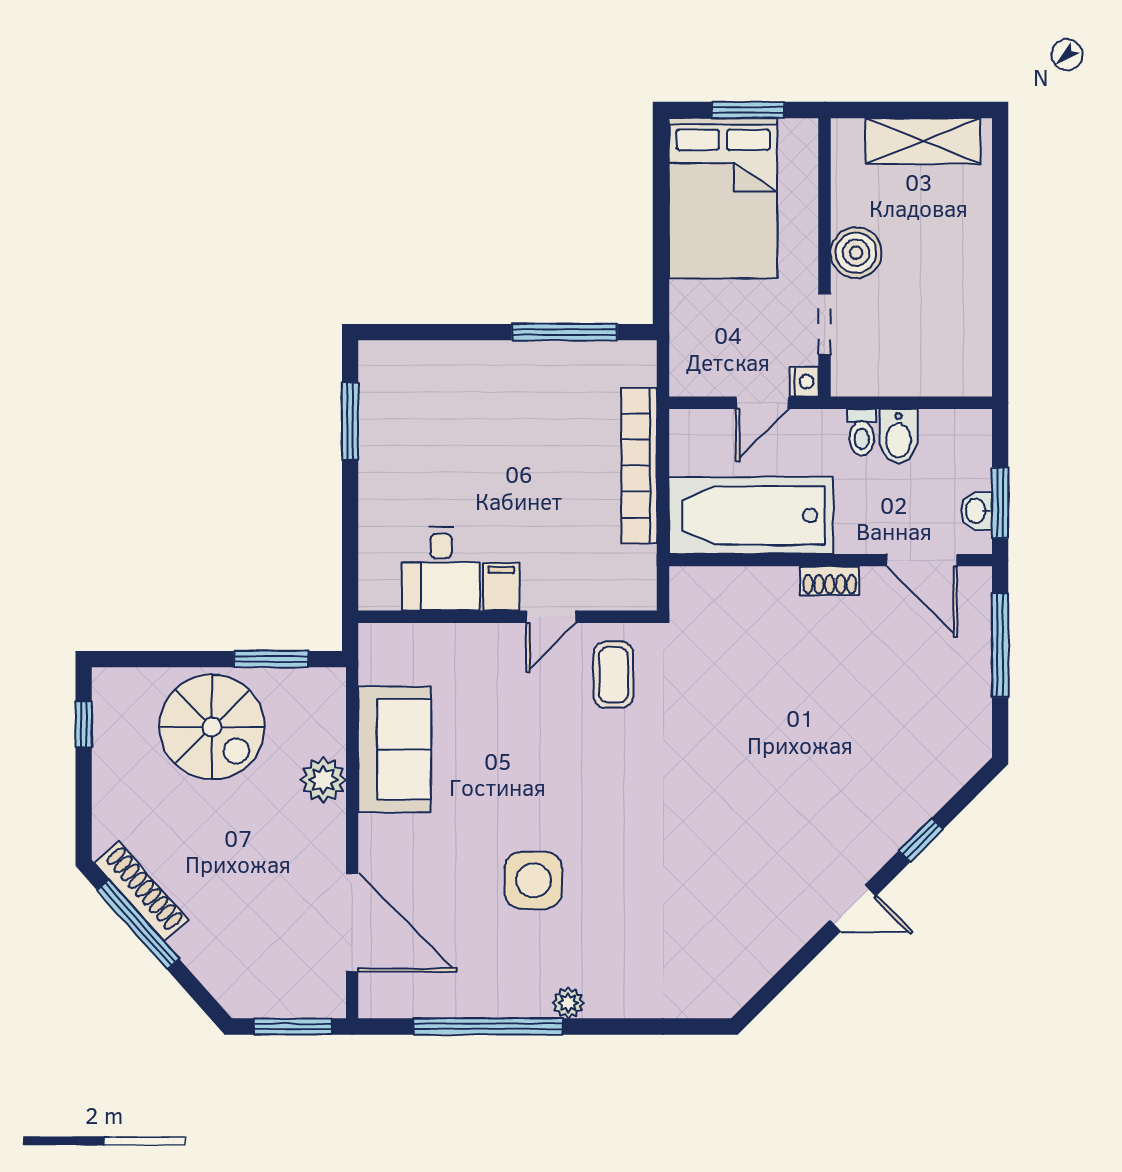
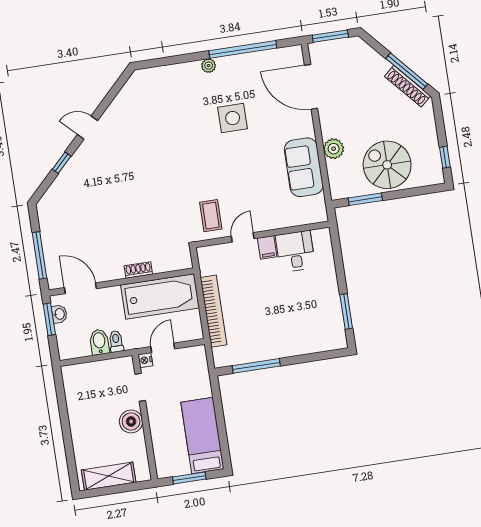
bed: (723, 198) -> (202, 436), width x0.67
shoe rack: (830, 581) -> (138, 270), moved

